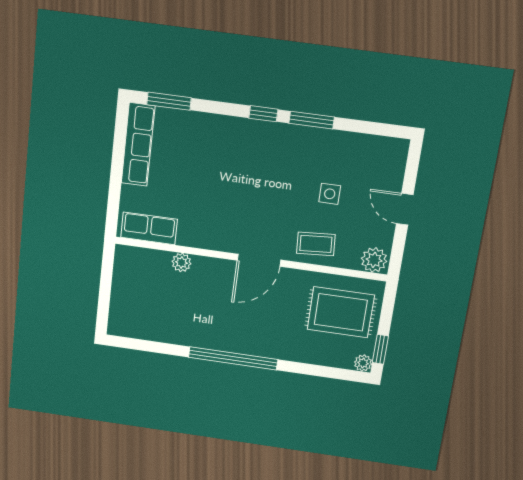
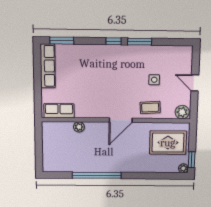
window: (233, 358) -> (97, 175), moved

